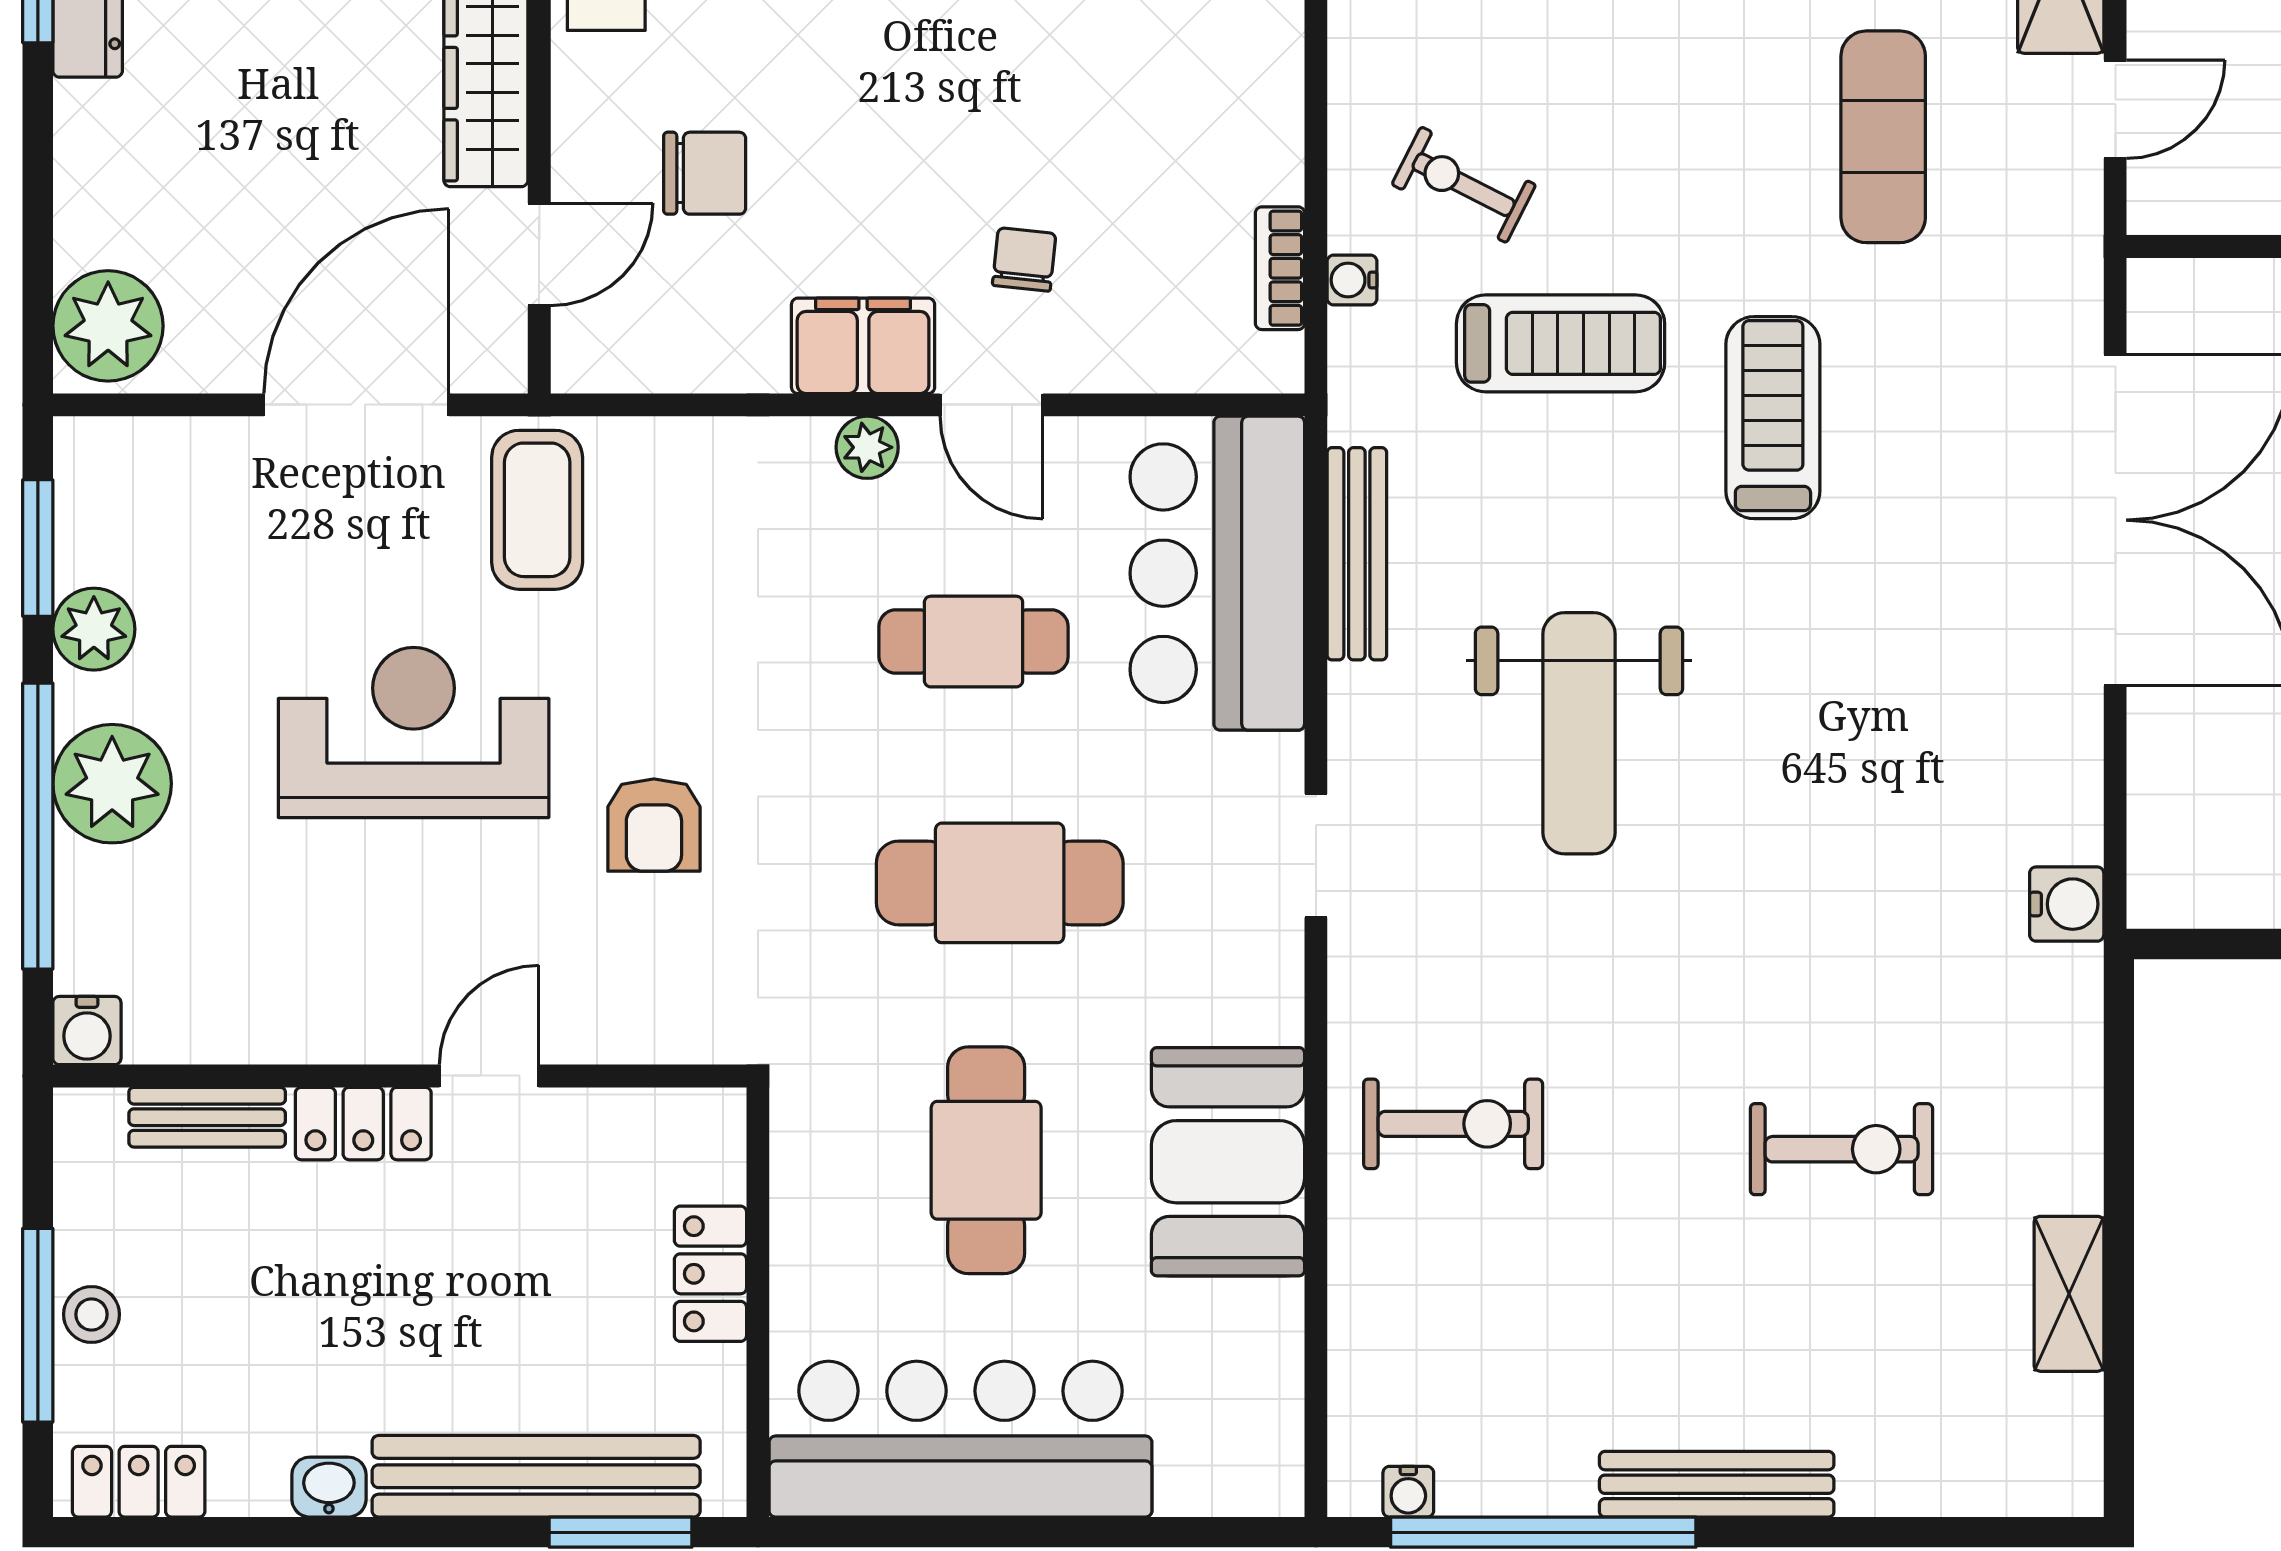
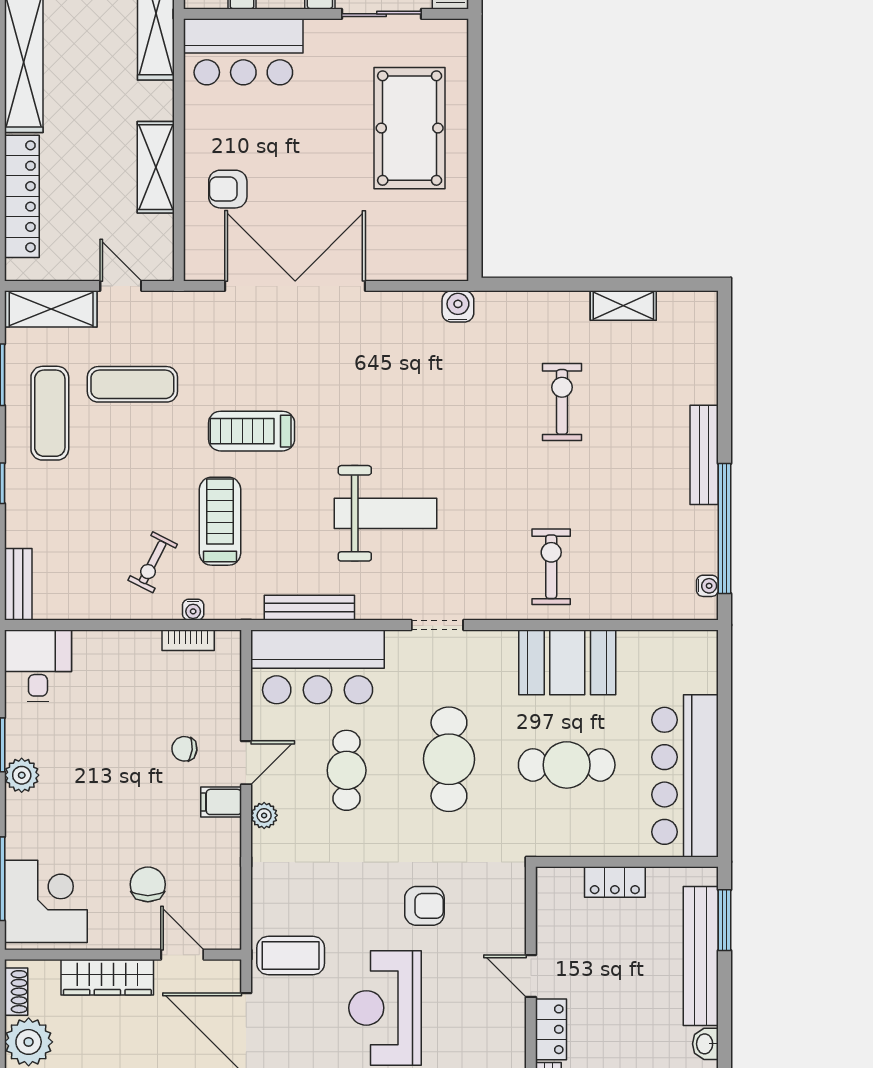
filing cabinet: (863, 346) -> (221, 802), width x0.50

